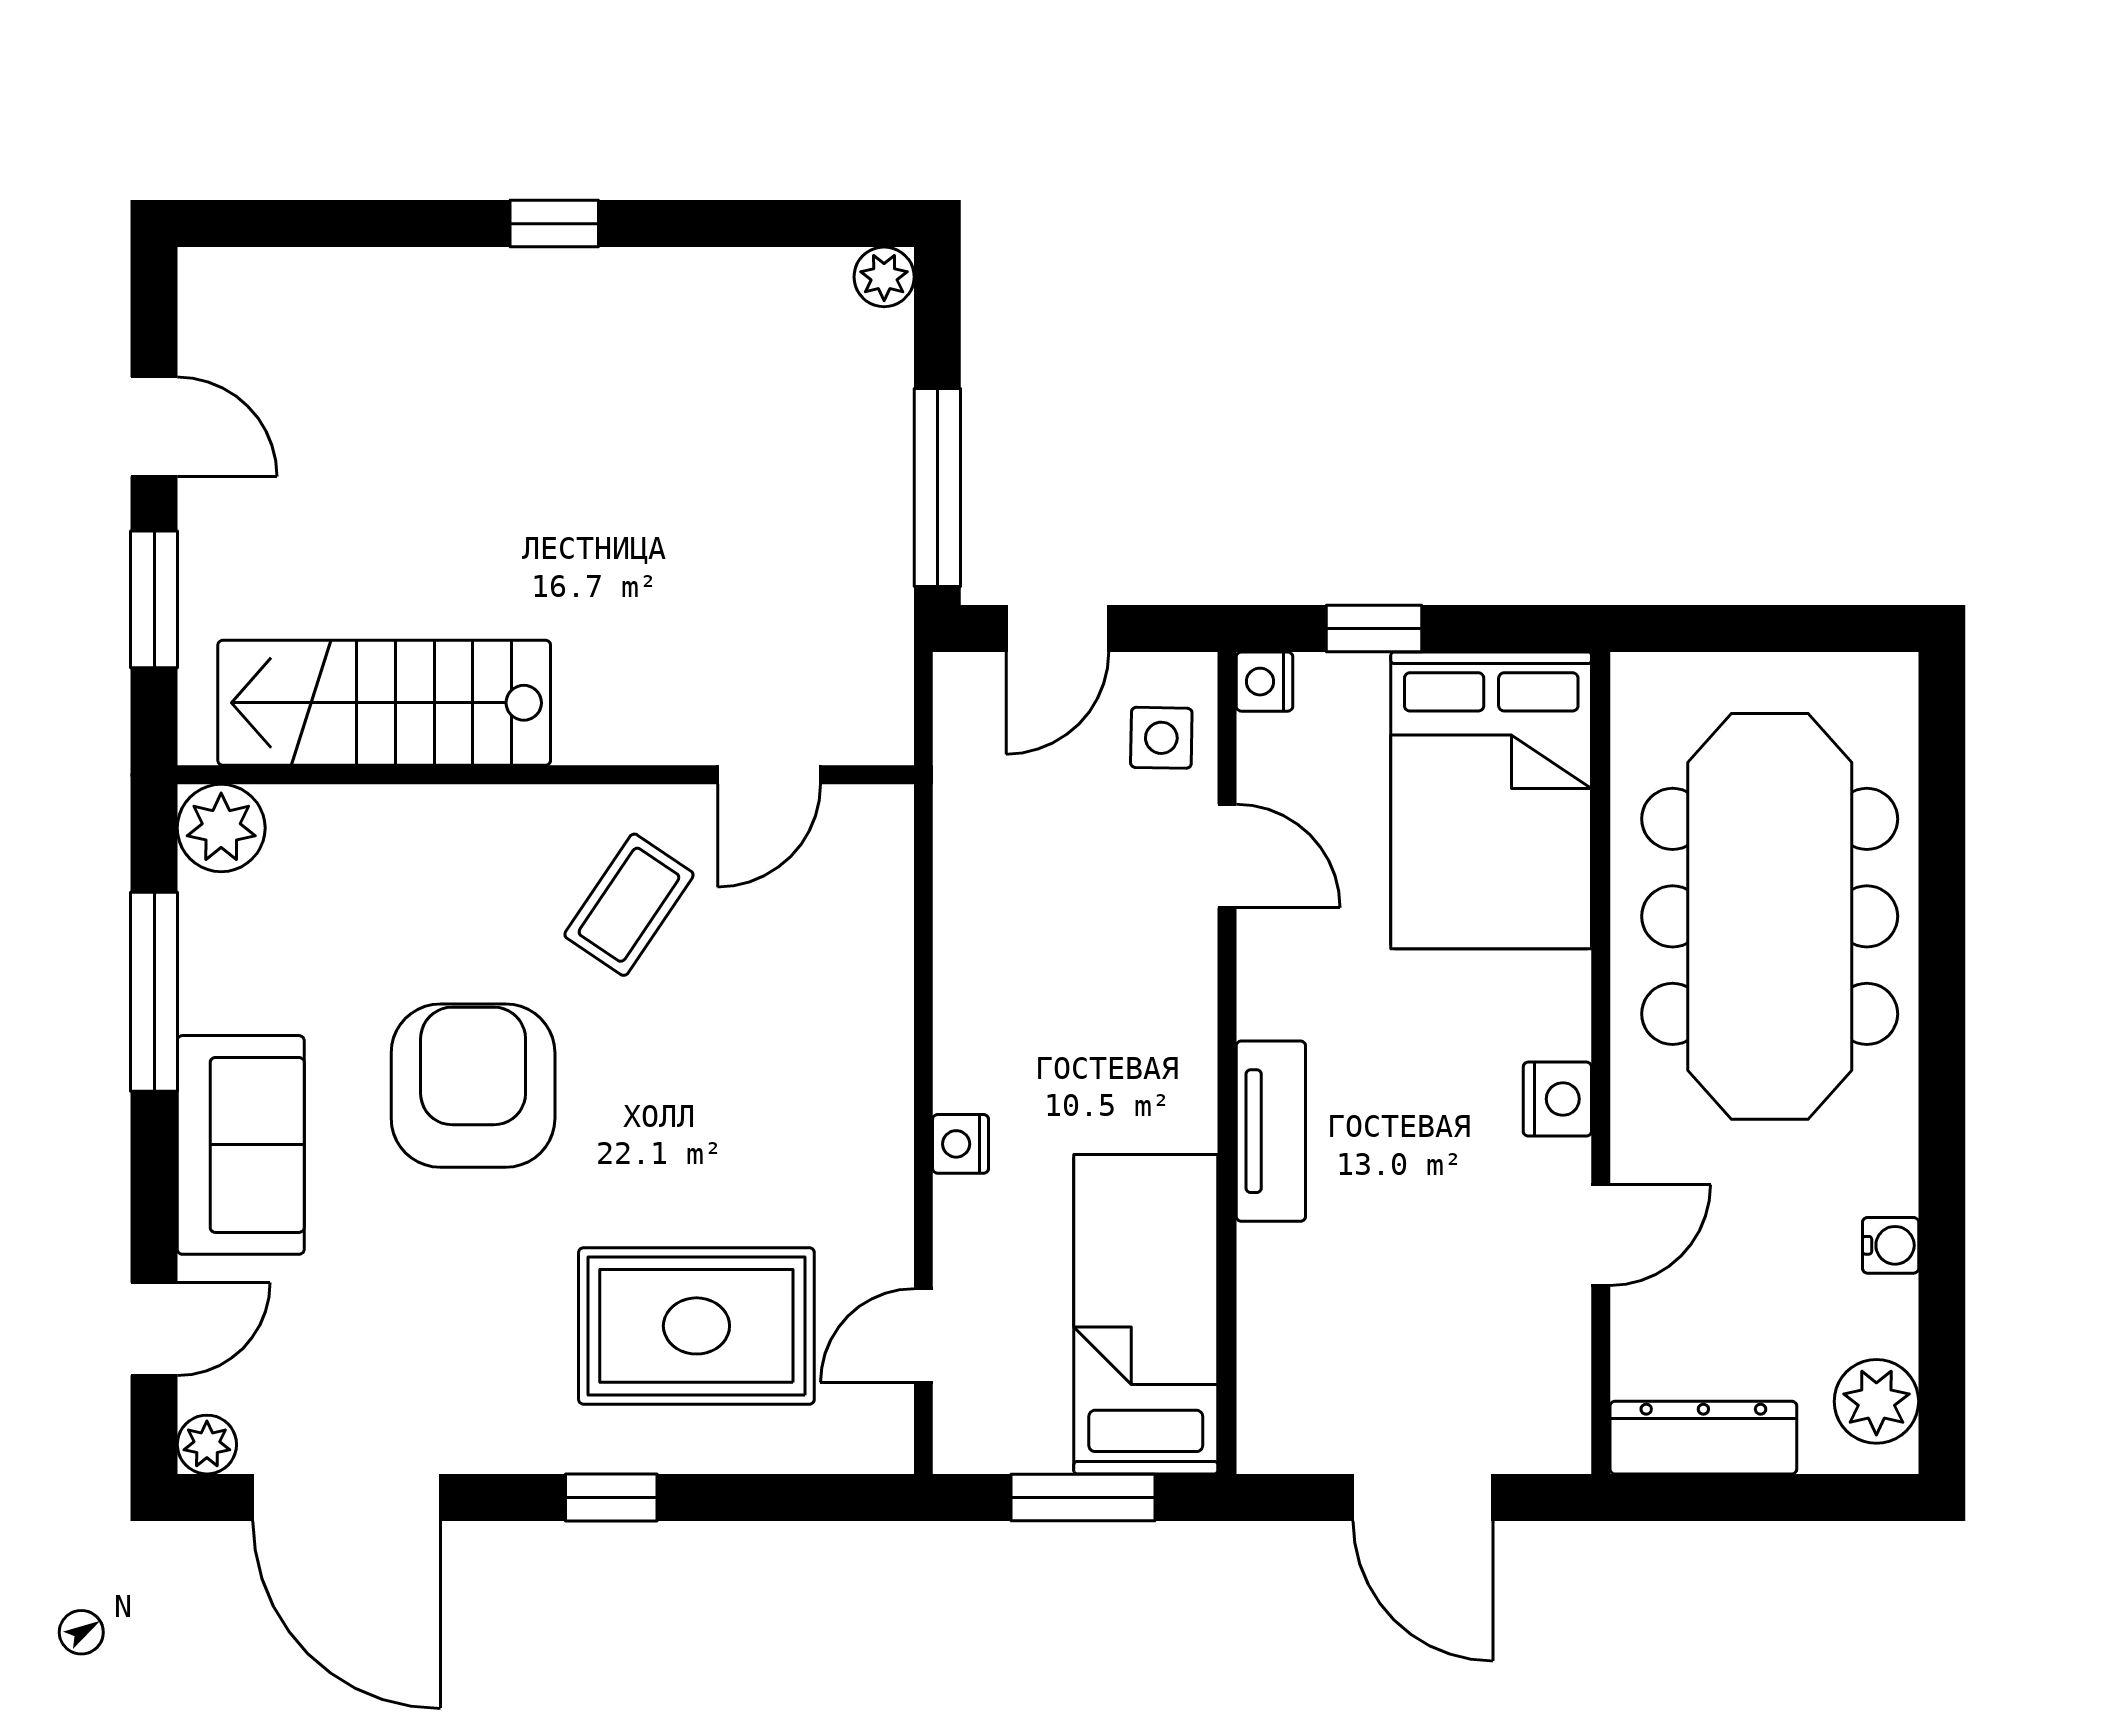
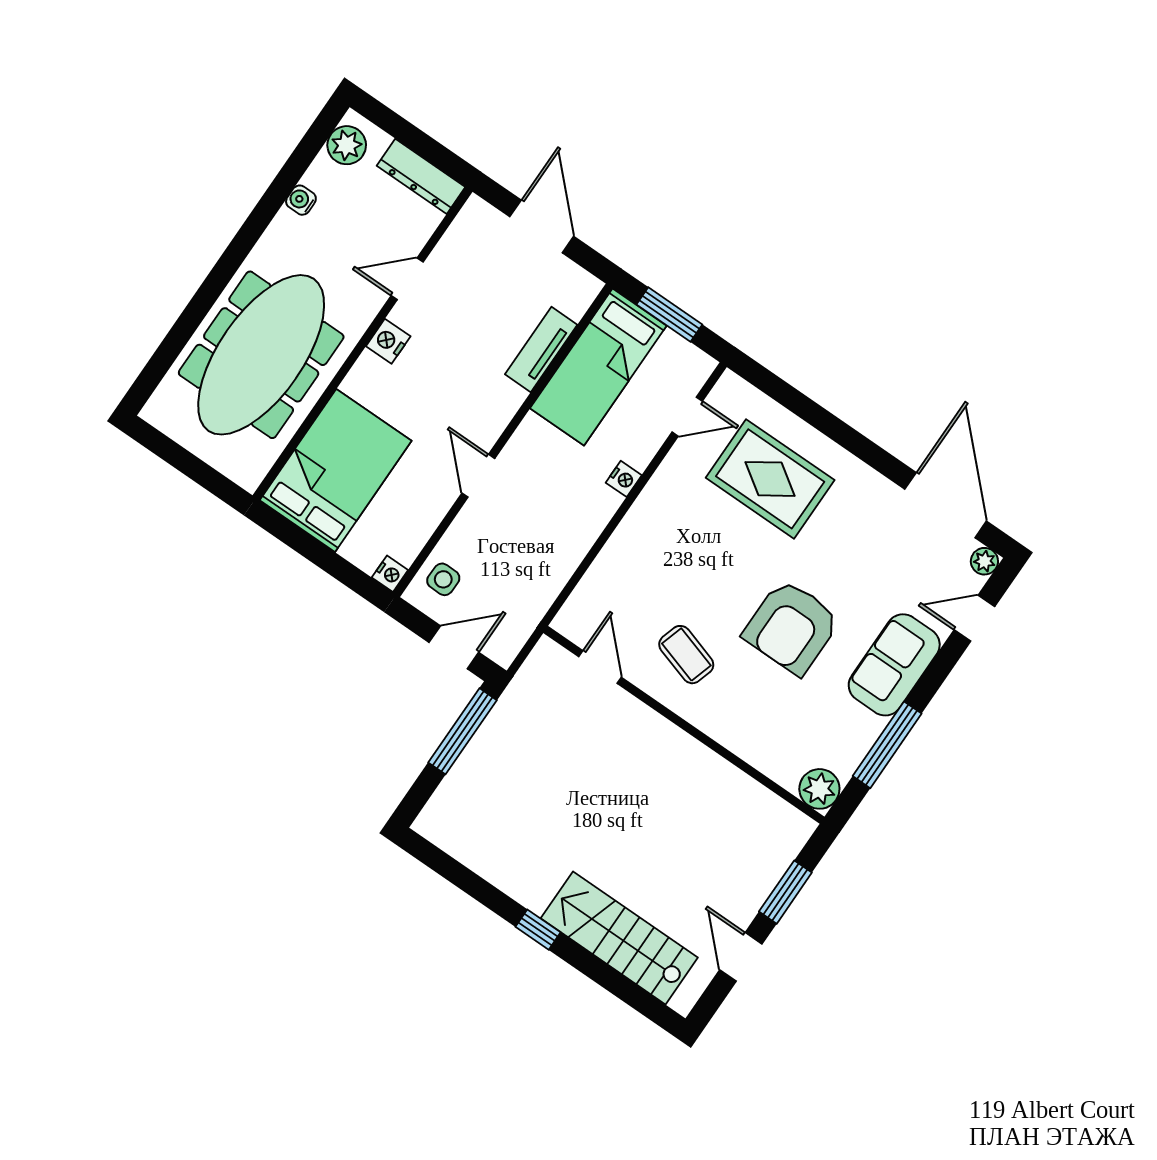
plant: (884, 277) -> (428, 824), removed
window: (1374, 628) -> (335, 565), removed
stairs: (384, 703) -> (619, 938), moved, turned 180
door: (769, 775) -> (600, 667), hinge flipped
door: (1227, 856) -> (478, 476), moved
coffee table: (629, 905) -> (686, 655), turned 73
tv unit: (1271, 1131) -> (541, 349), moved
window: (611, 1497) -> (846, 437), removed

